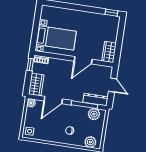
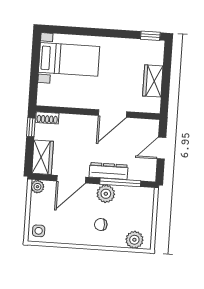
bed with nightstands: (56, 38) -> (69, 59), moved
wardrobe: (109, 52) -> (153, 81), moved
door: (113, 85) -> (161, 148), swing flipped
dresser: (95, 100) -> (109, 171), moved
plant: (94, 114) -> (106, 194), moved

